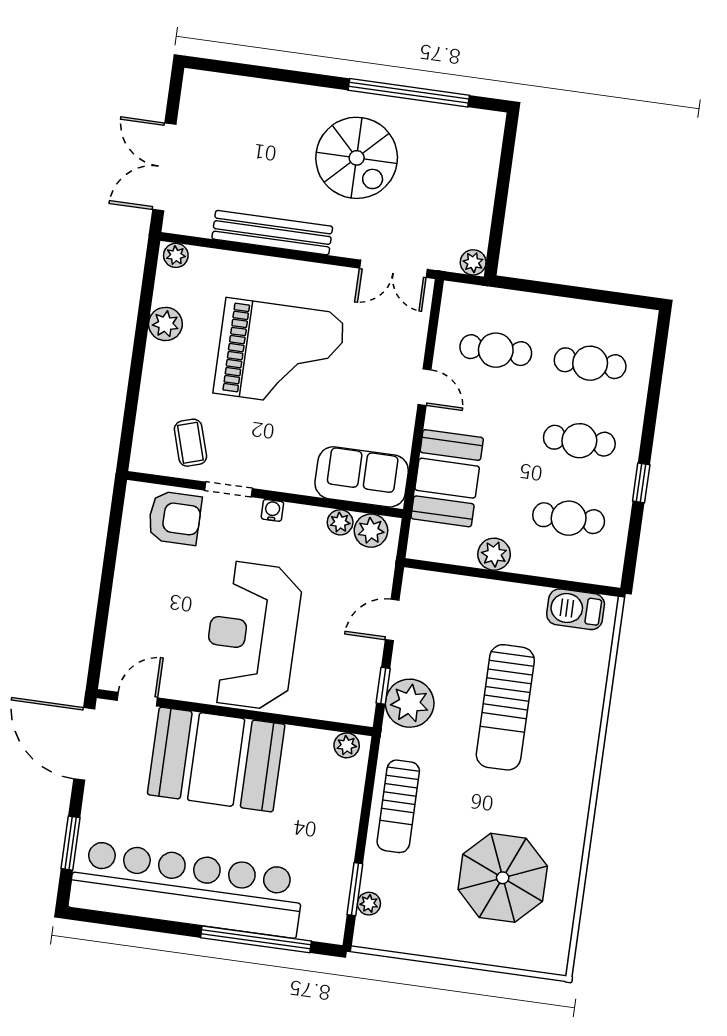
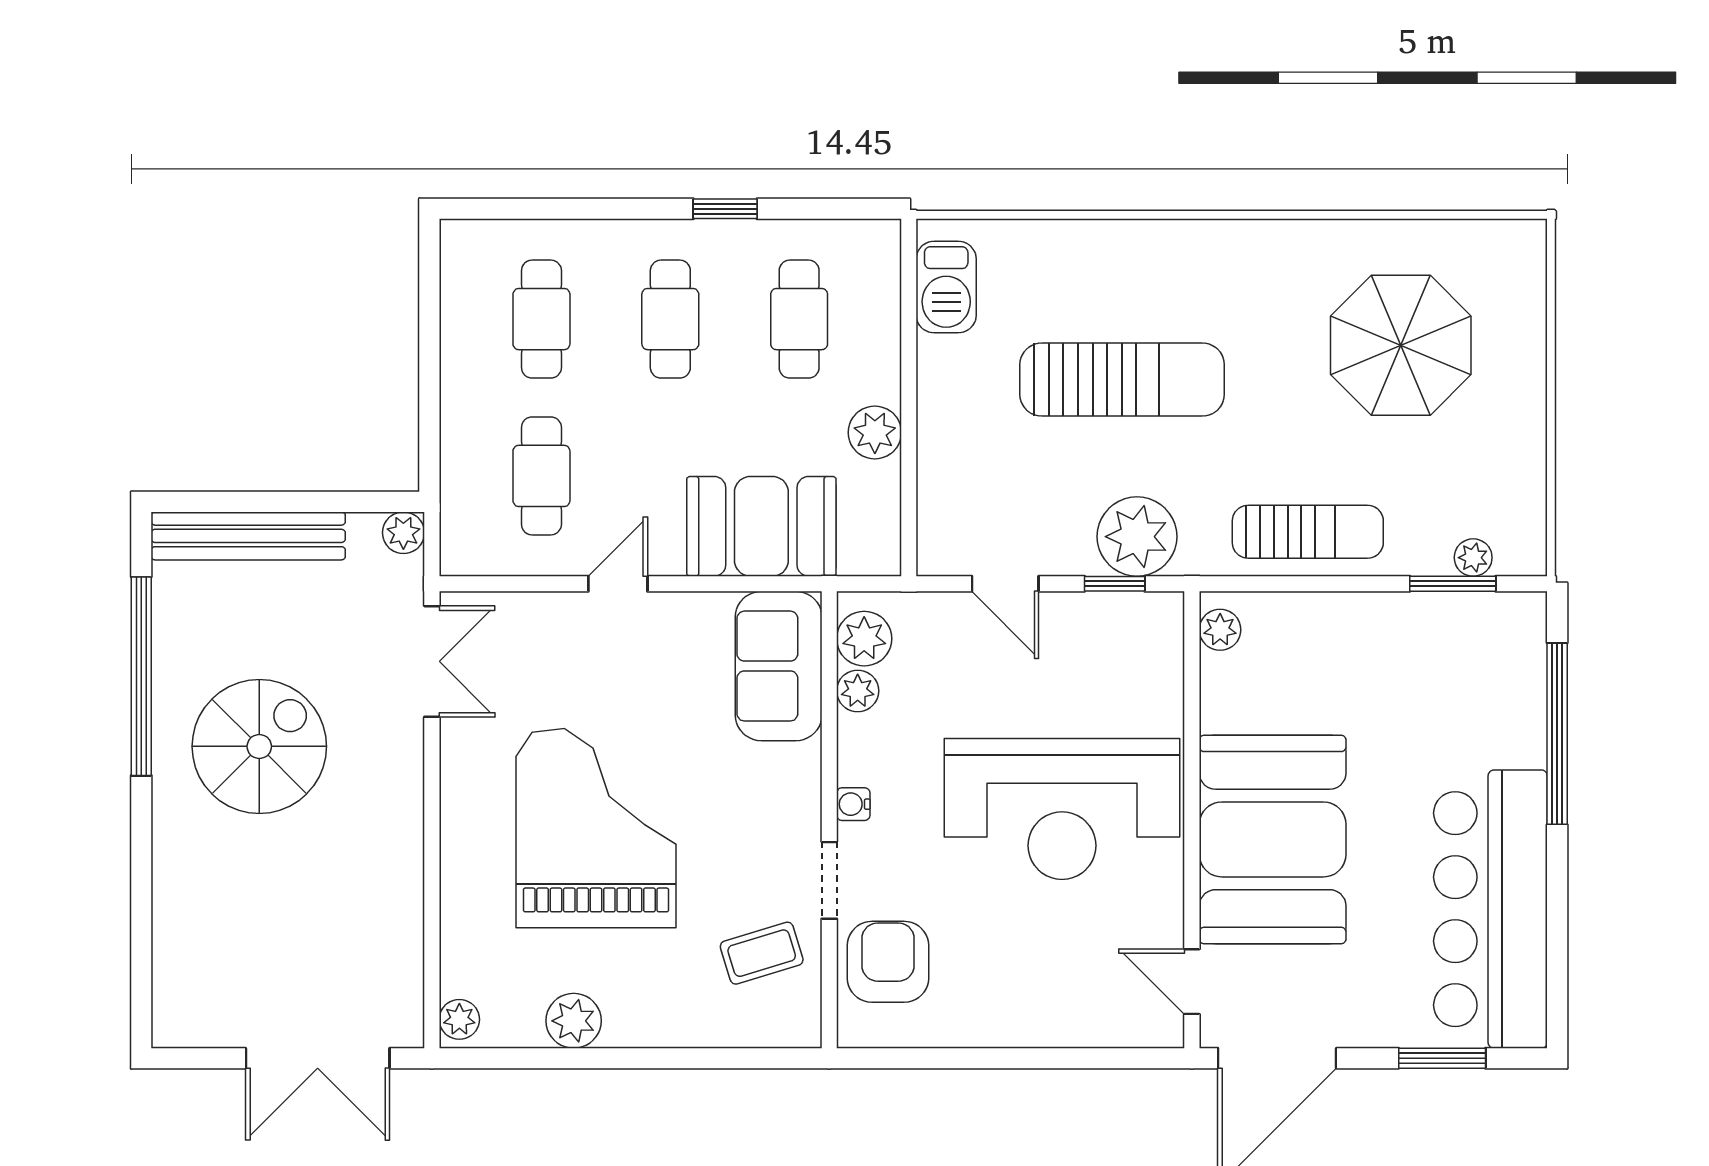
bench: (272, 233) -> (248, 536), moved, turned 90
bar counter: (186, 889) -> (1490, 909), width x0.73

